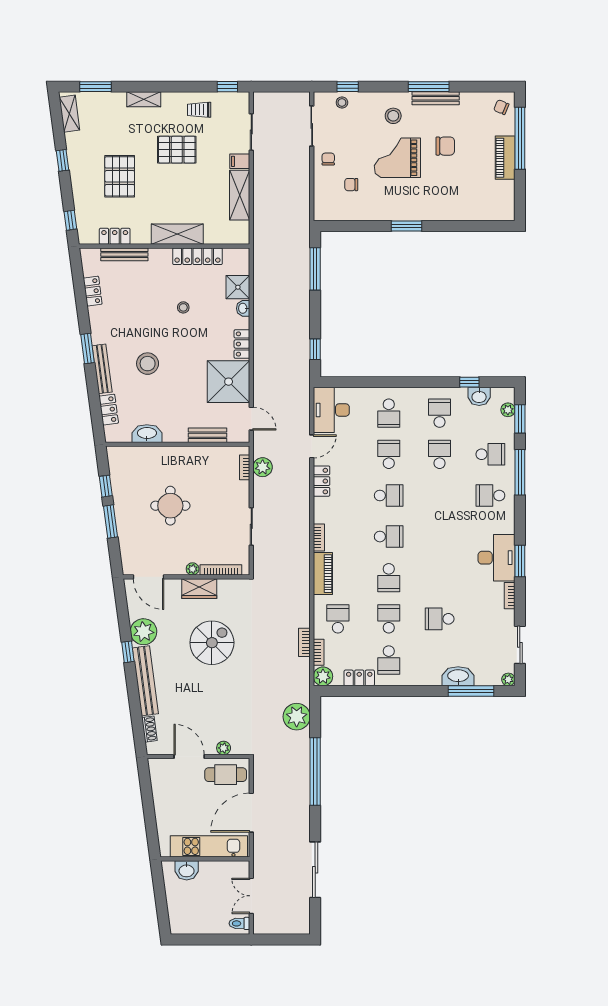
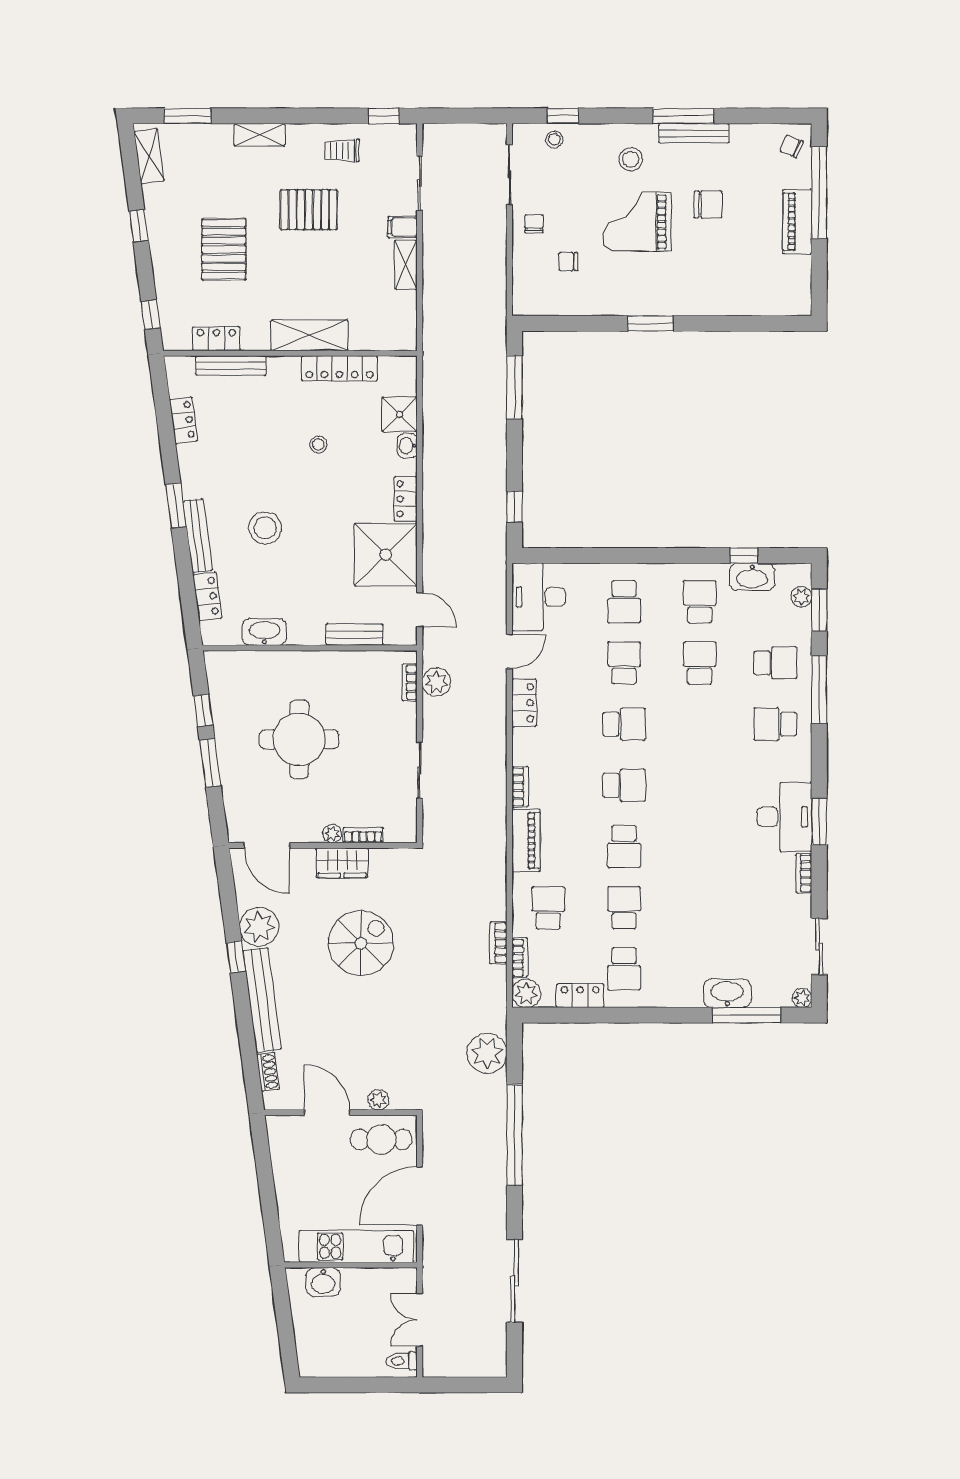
shelving: (240, 195) -> (406, 265), width x0.67, depth x0.75
washbasin: (479, 396) -> (752, 577), width x1.38
round table: (170, 506) -> (299, 739), width x1.36, depth x1.36
bookcase: (221, 570) -> (363, 835), width x0.64
school desk: (440, 619) -> (700, 908), removed

